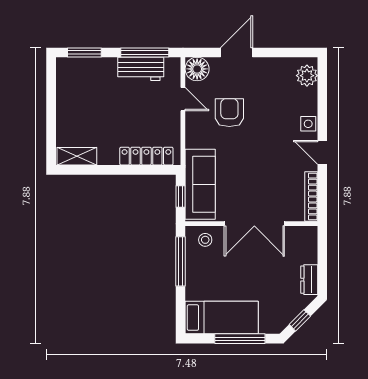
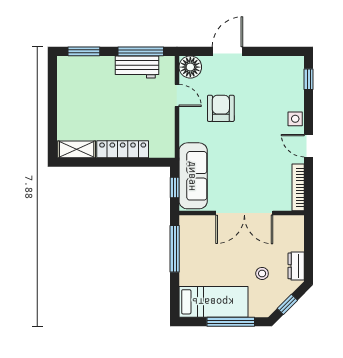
plant: (307, 76) -> (294, 73), removed
window: (322, 82) -> (309, 79), added
locker: (146, 156) -> (123, 149), moved
stool: (205, 240) -> (262, 273), moved

